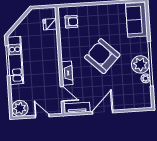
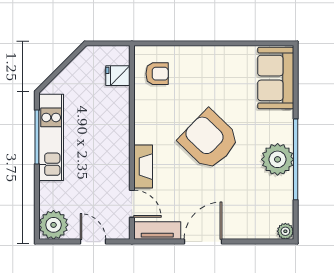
plant: (146, 78) -> (285, 231), moved

